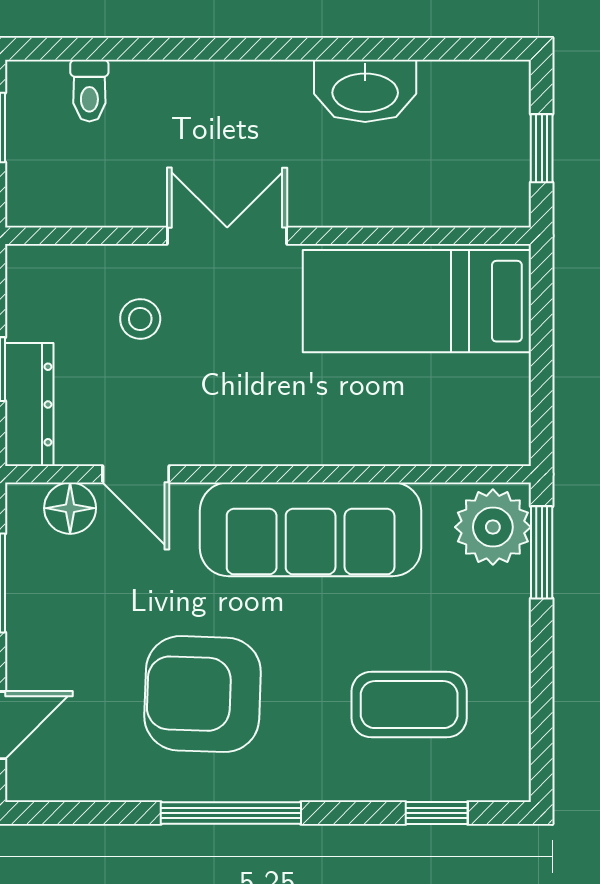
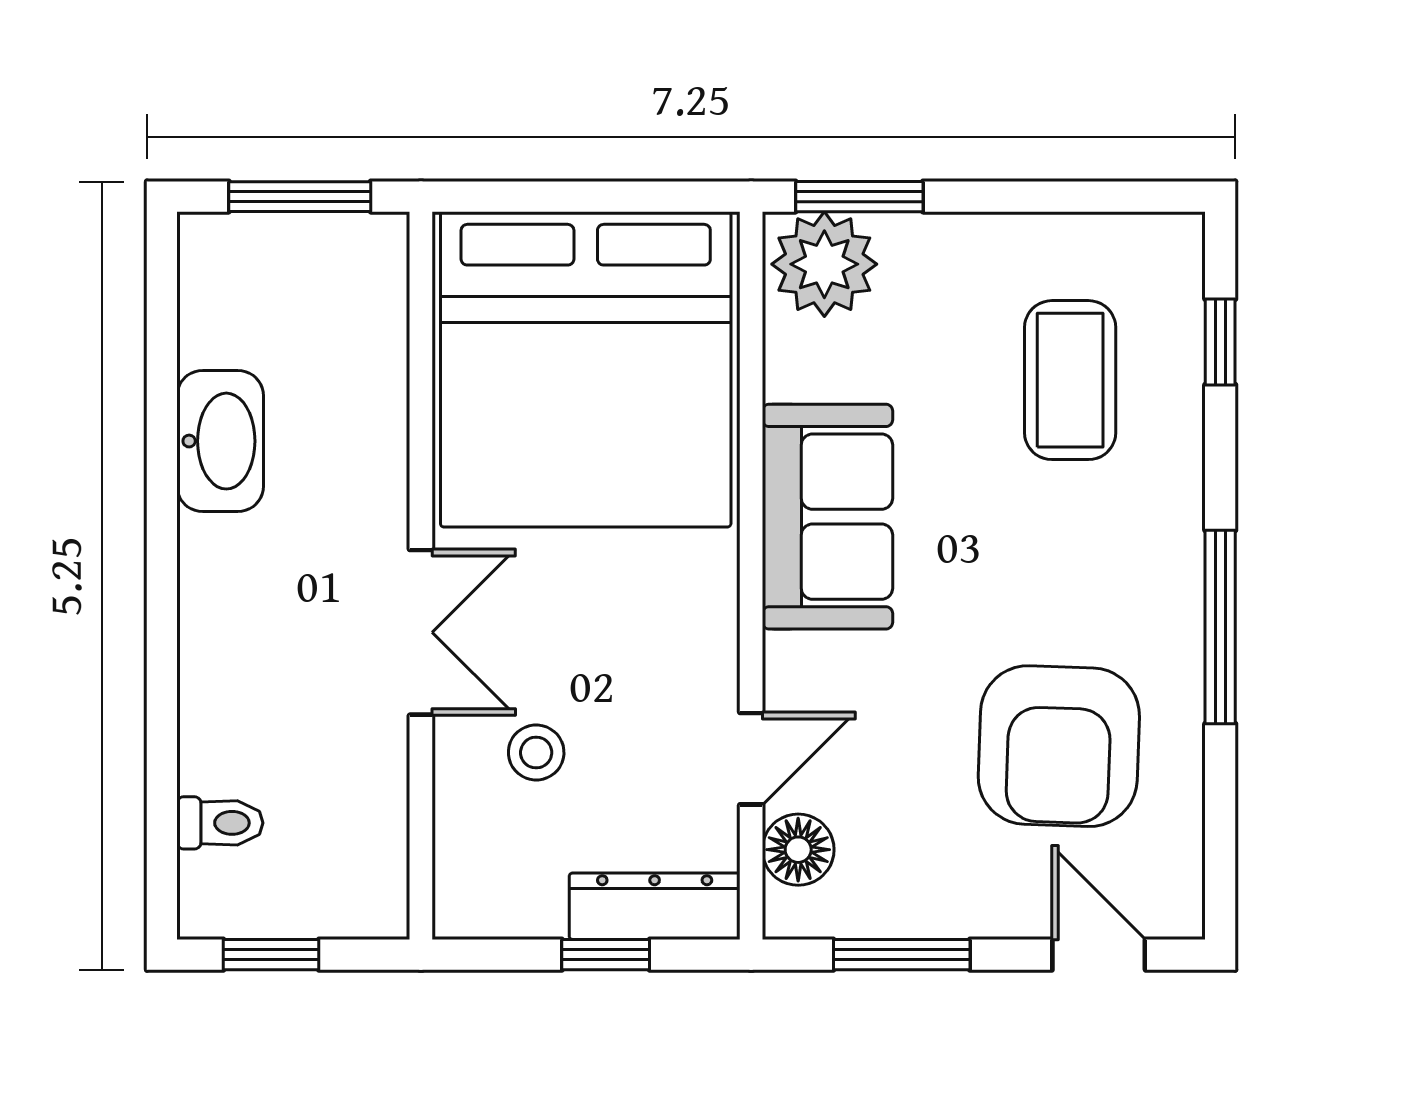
window: (542, 148) -> (300, 197), width x1.50
double door: (227, 236) -> (421, 632), swing flipped
bed: (417, 301) -> (586, 369), width x2.04
sofa: (311, 529) -> (827, 517), width x0.73
armchair: (203, 694) -> (1059, 746), moved

